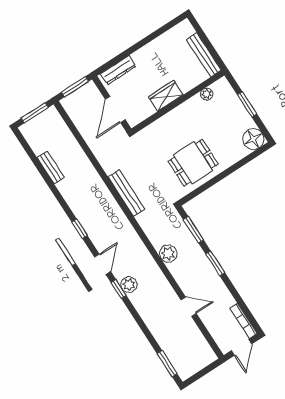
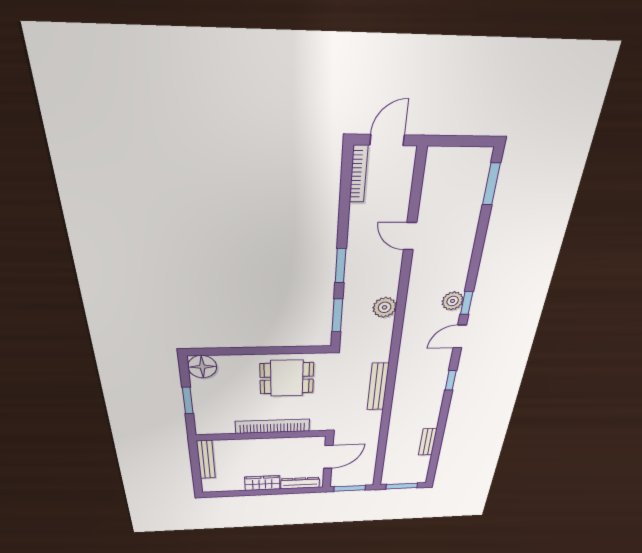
plant: (207, 94) -> (227, 429), removed
wardrobe: (166, 96) -> (262, 483), moved, turned 180
bookcase: (176, 115) -> (272, 426), added

